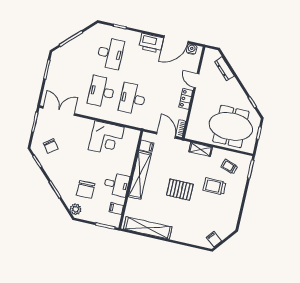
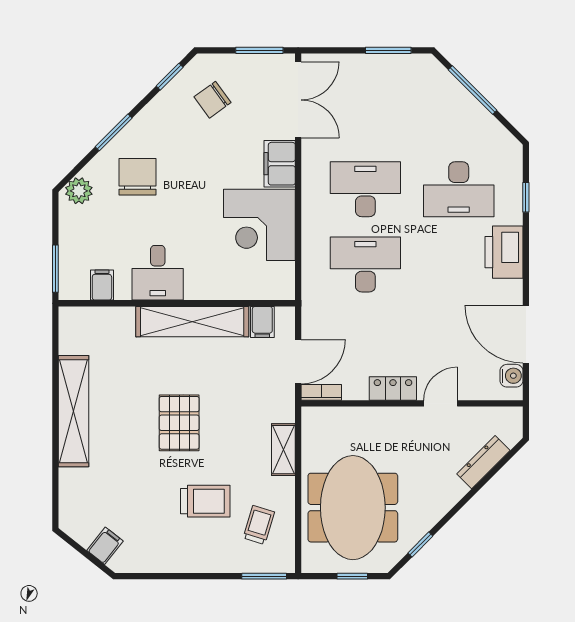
printer: (151, 43) -> (504, 252), moved
filing cabinet: (83, 124) -> (280, 164), added
trolley: (214, 186) -> (205, 501), turned 90
chair: (86, 189) -> (137, 177), moved, turned 90
shelving: (148, 228) -> (74, 411), moved
filing cabinet: (214, 239) -> (105, 546), moved

